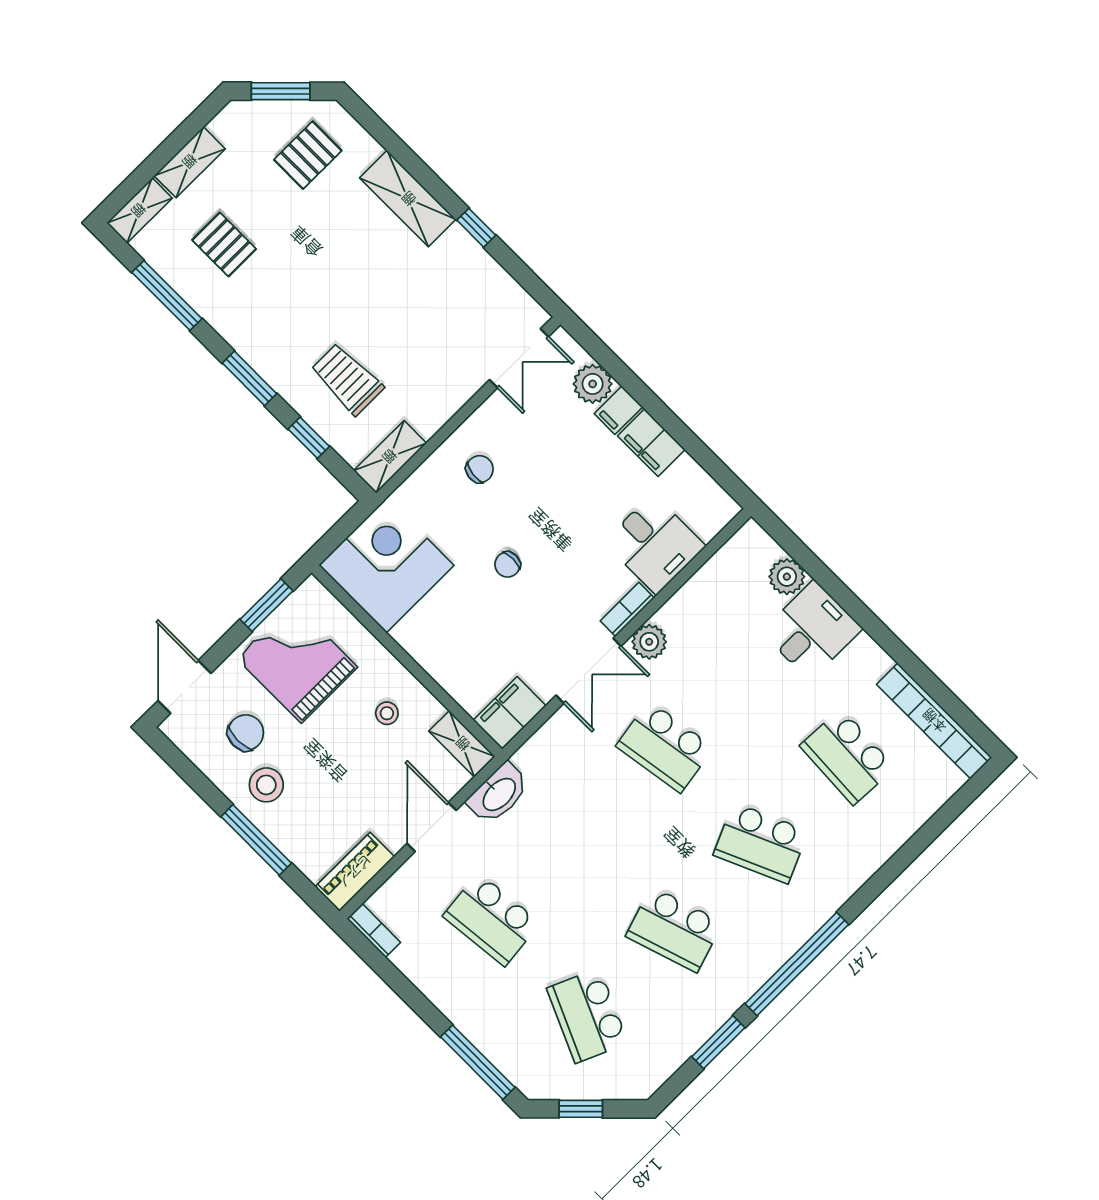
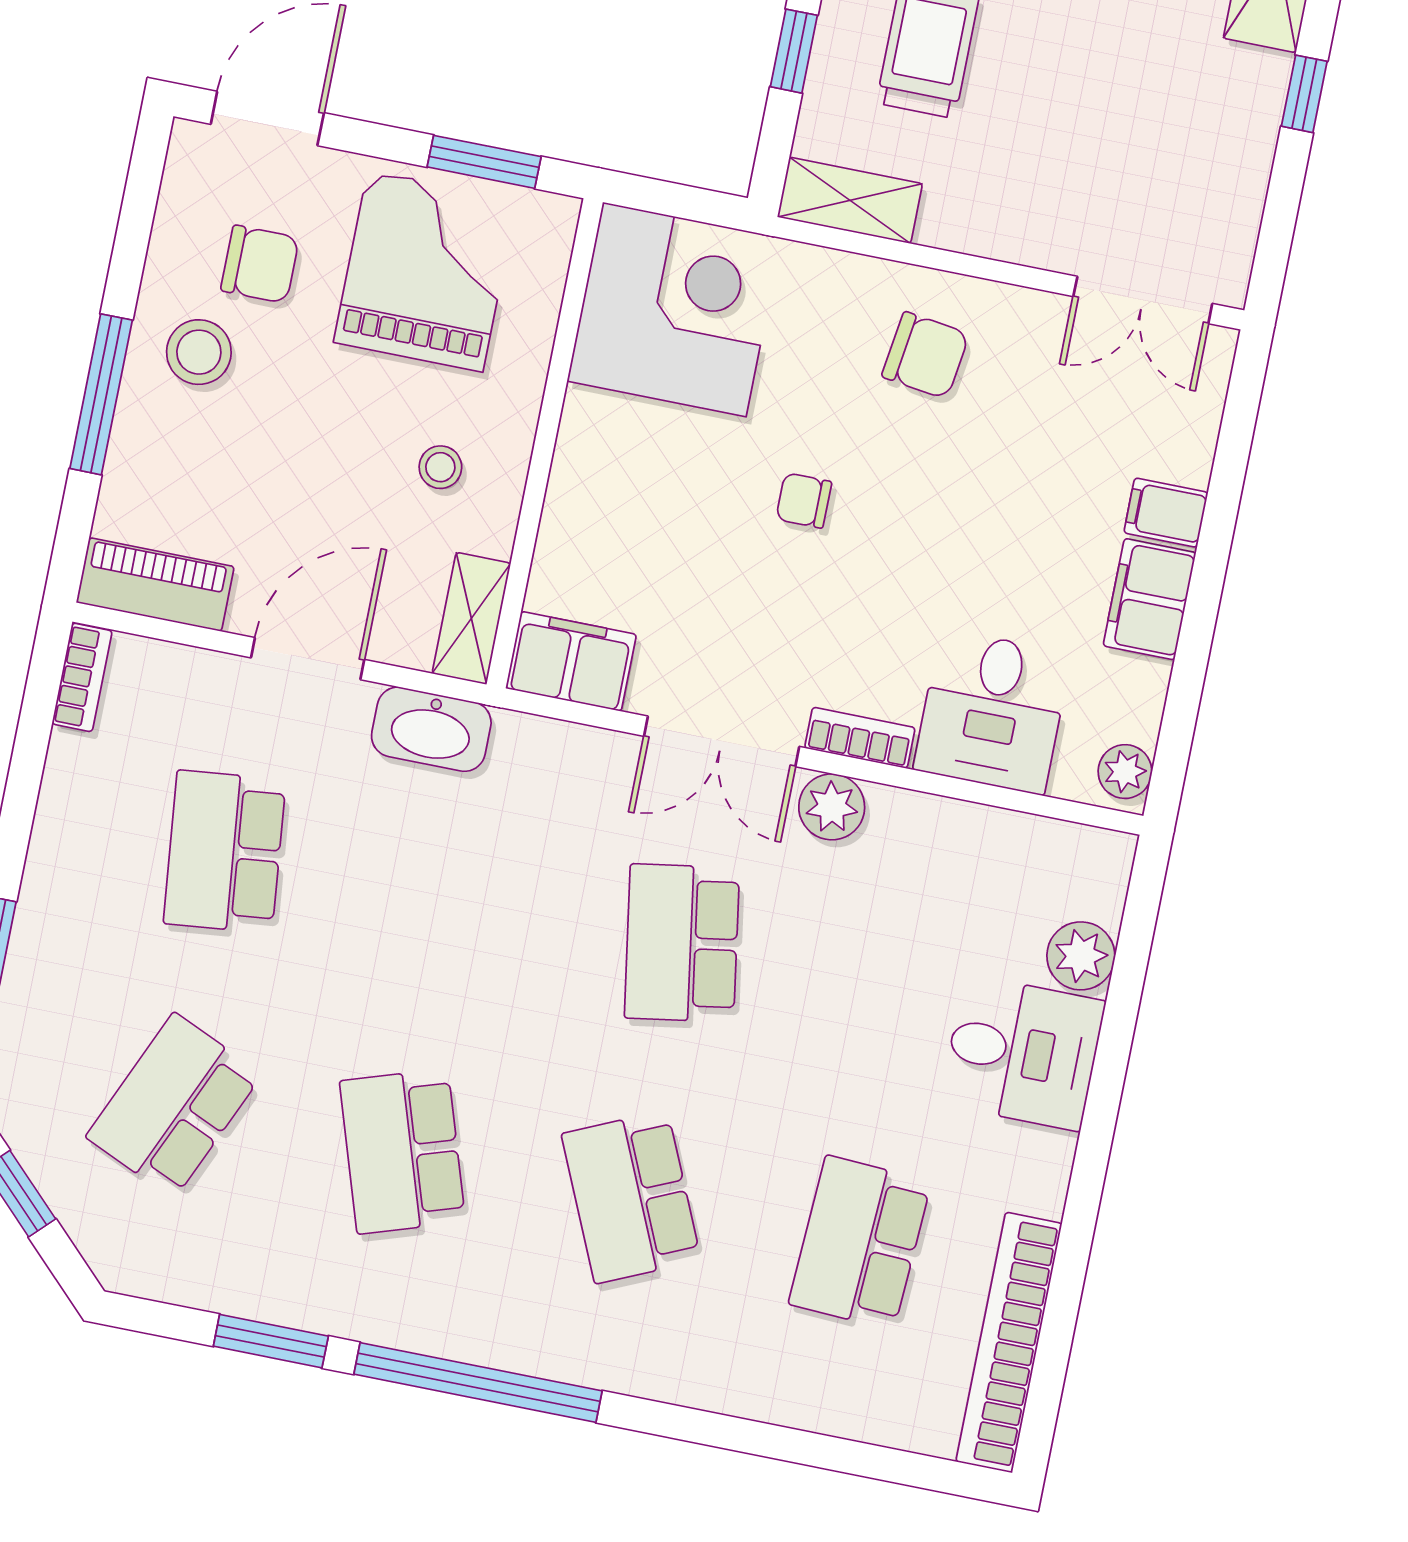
plant: (593, 384) -> (1125, 772), moved, width x0.73, depth x0.73
chair: (480, 469) -> (925, 355), width x1.37, depth x1.37

